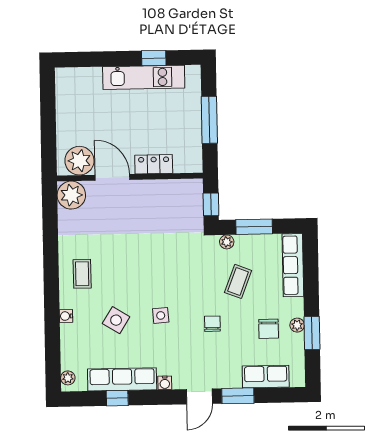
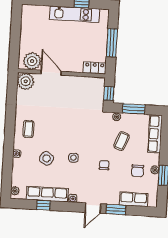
locker: (154, 164) -> (95, 68), moved

